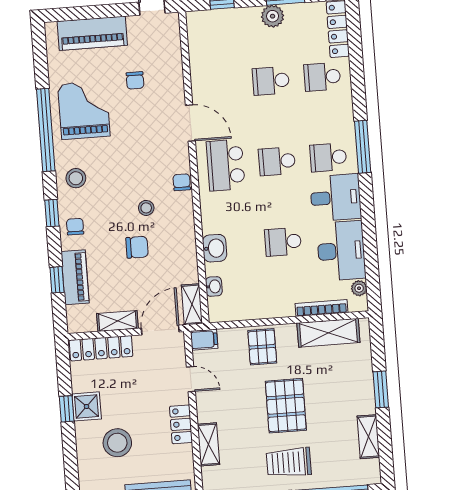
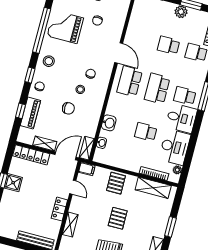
grand piano: (84, 110) -> (65, 27), turned -90
school desk: (277, 161) -> (157, 89), width x1.85
chair: (182, 182) -> (91, 74), moved
pallet: (286, 406) -> (118, 218), width x0.67, depth x0.71
stool: (117, 443) -> (23, 207), removed

